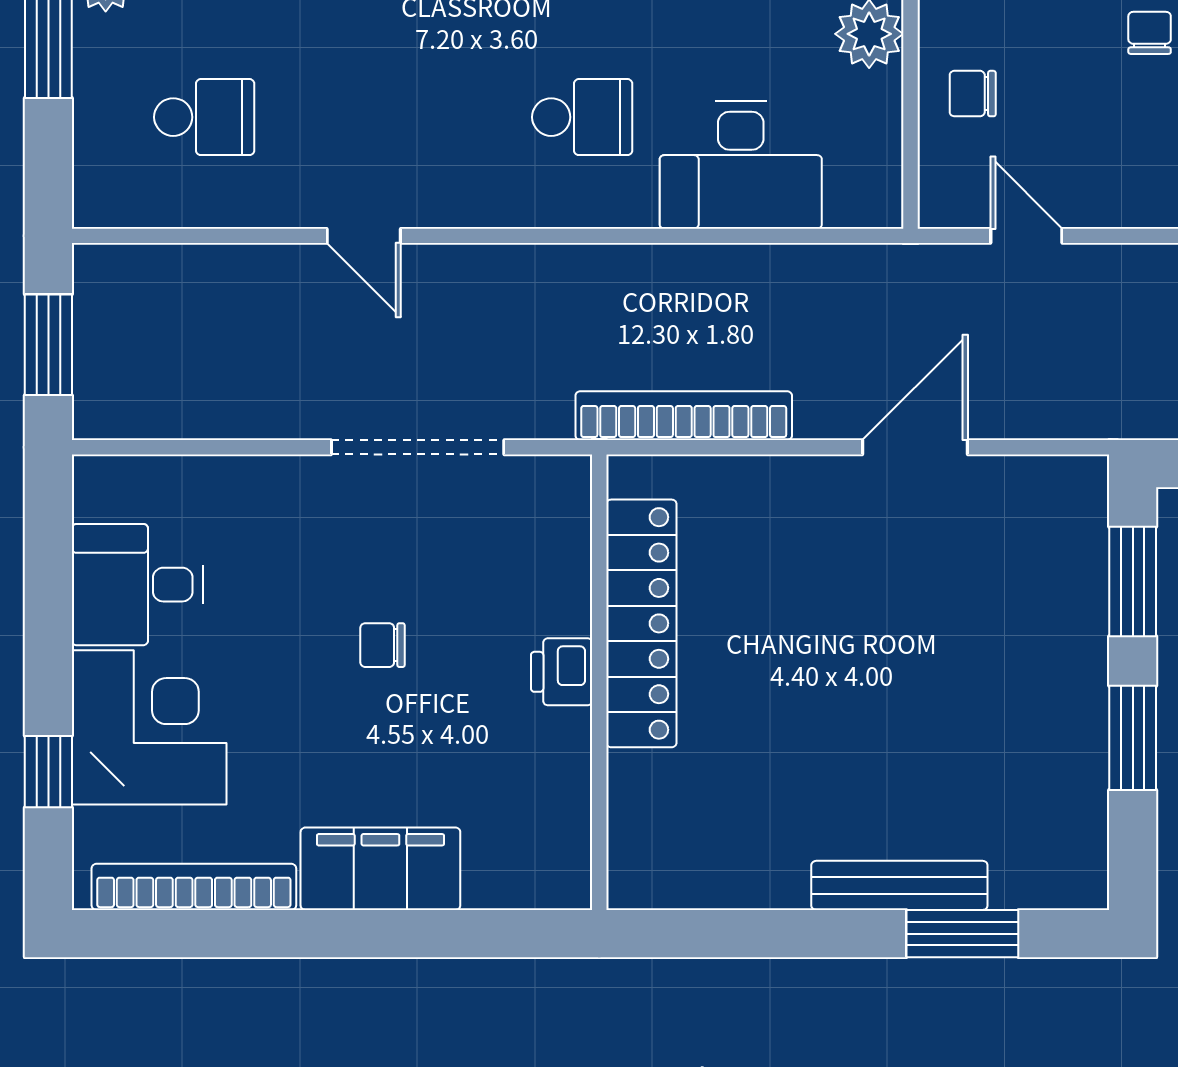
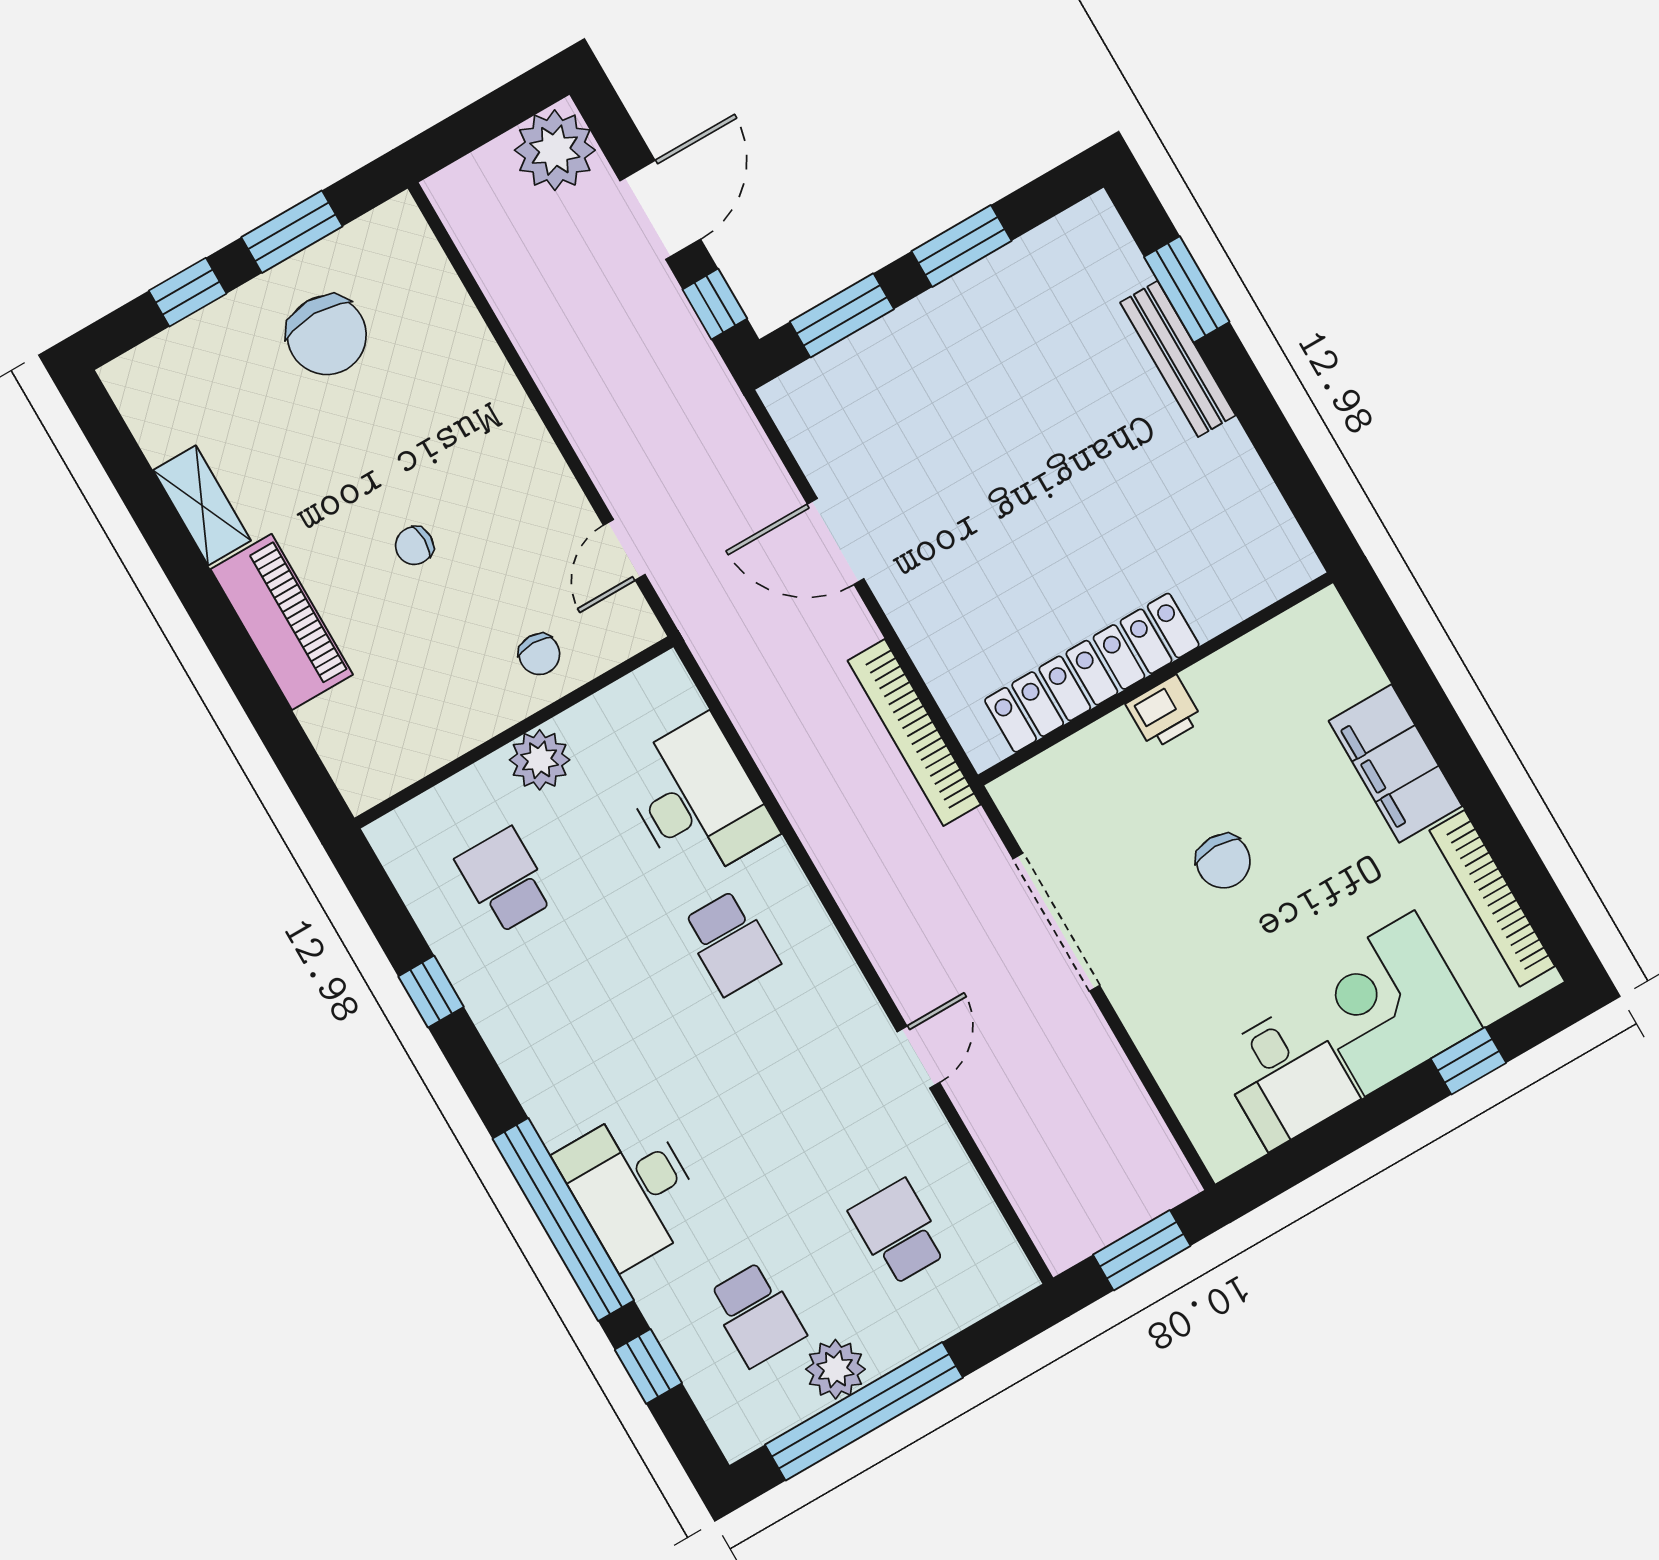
school desk: (582, 117) -> (731, 943), turned 180
chair: (383, 645) -> (1223, 861), width x1.37, depth x1.37

